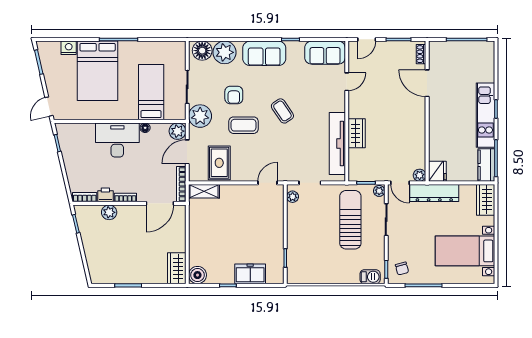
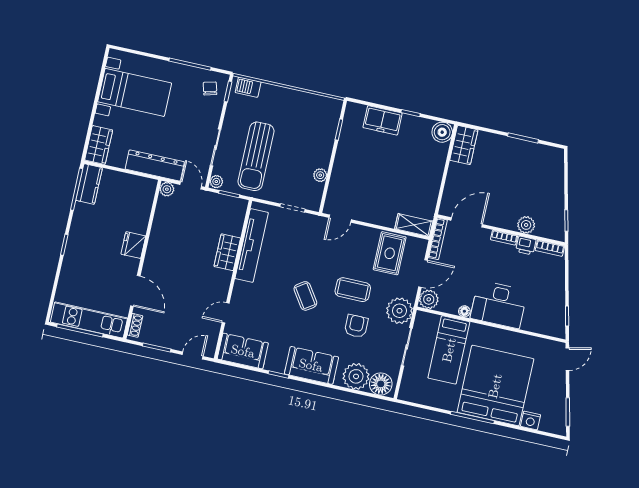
bed: (98, 71) -> (495, 386), width x1.36
kitchen unit: (485, 115) -> (89, 320), moved, turned -90
fridge: (437, 171) -> (133, 245), moved
plant: (293, 197) -> (320, 175), moved

